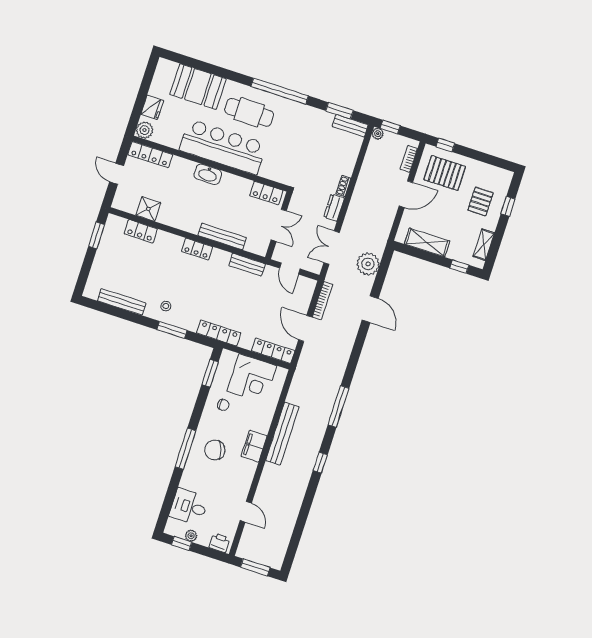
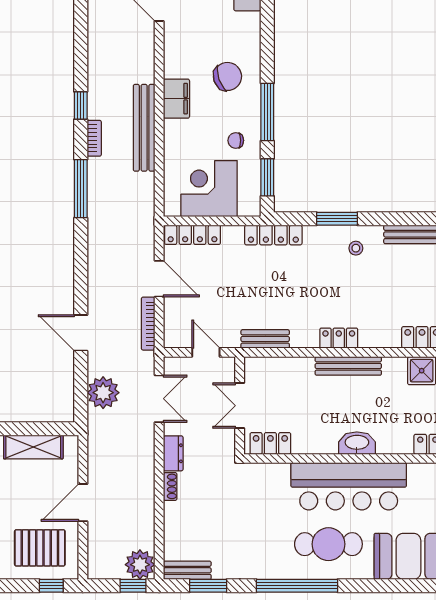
plant: (378, 134) -> (140, 565), width x1.88, depth x1.88
bookcase: (409, 159) -> (94, 138), moved
bench: (222, 236) -> (348, 366), moved
window: (186, 449) -> (267, 112), moved

